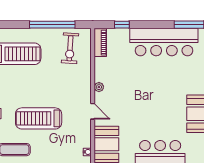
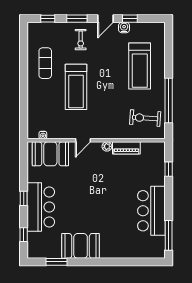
bar counter: (164, 42) -> (151, 211), width x0.73
piano: (100, 43) -> (126, 148), moved
treadmill: (39, 118) -> (76, 87), turned 180

